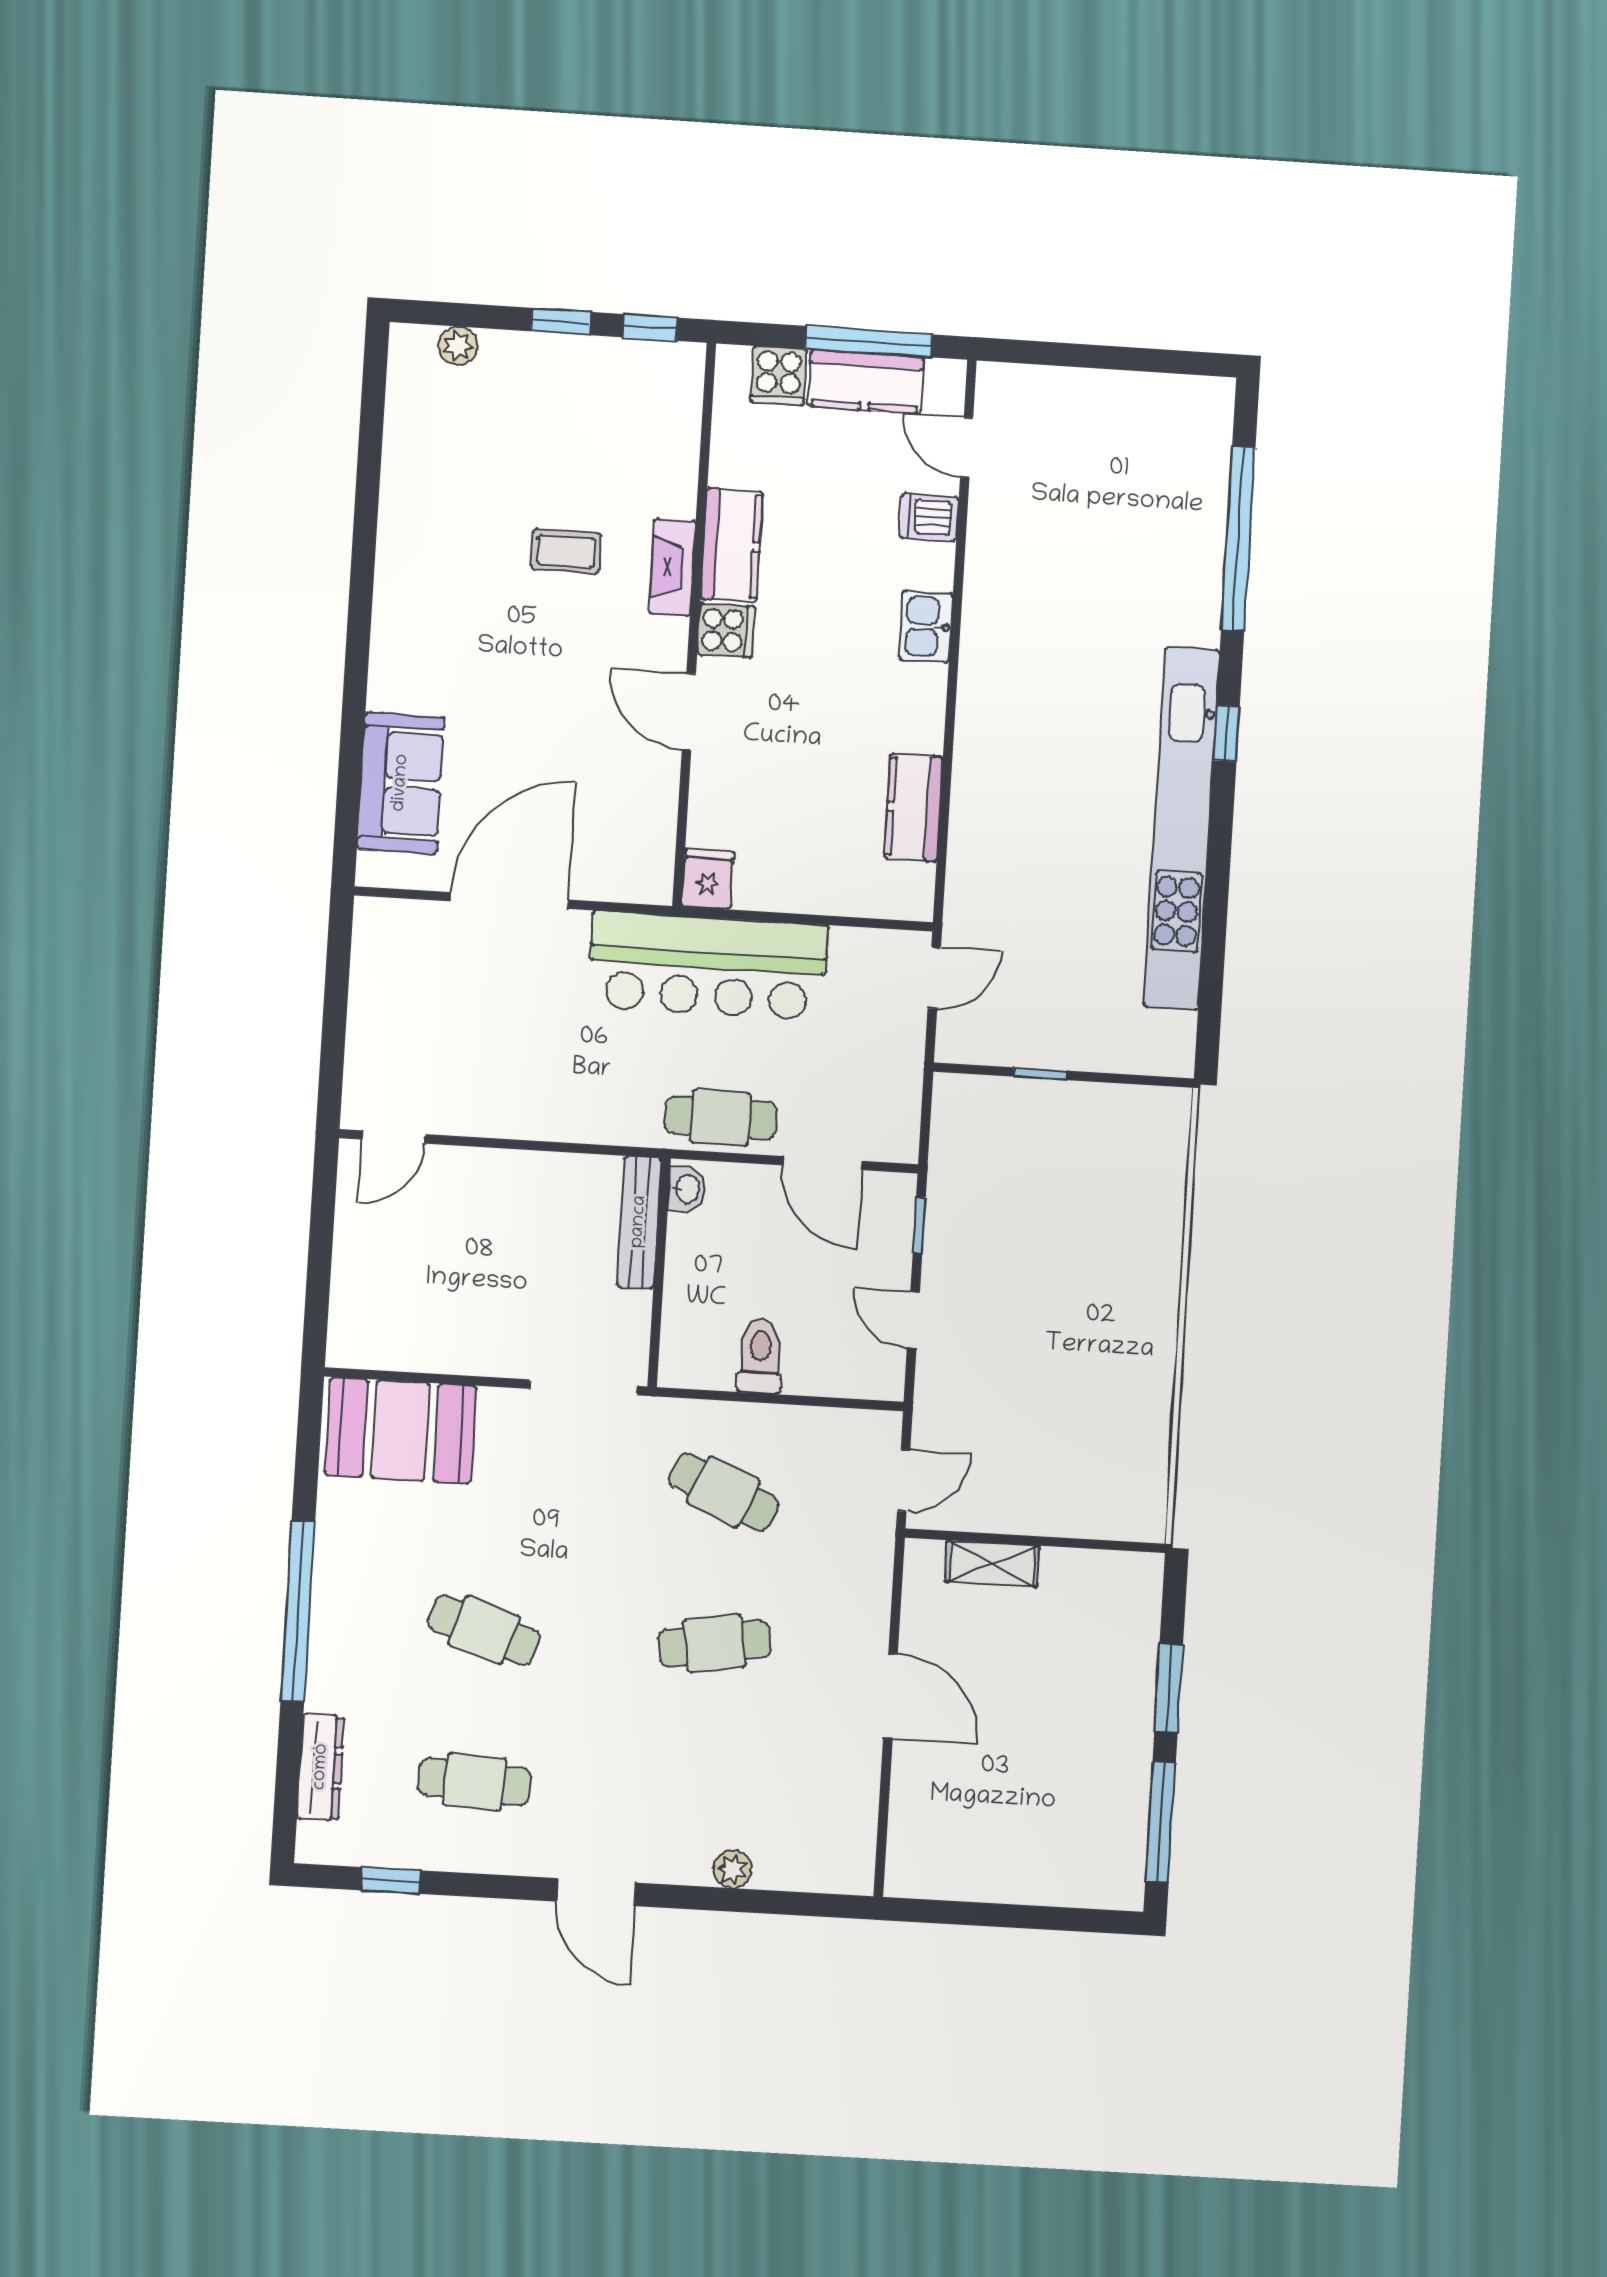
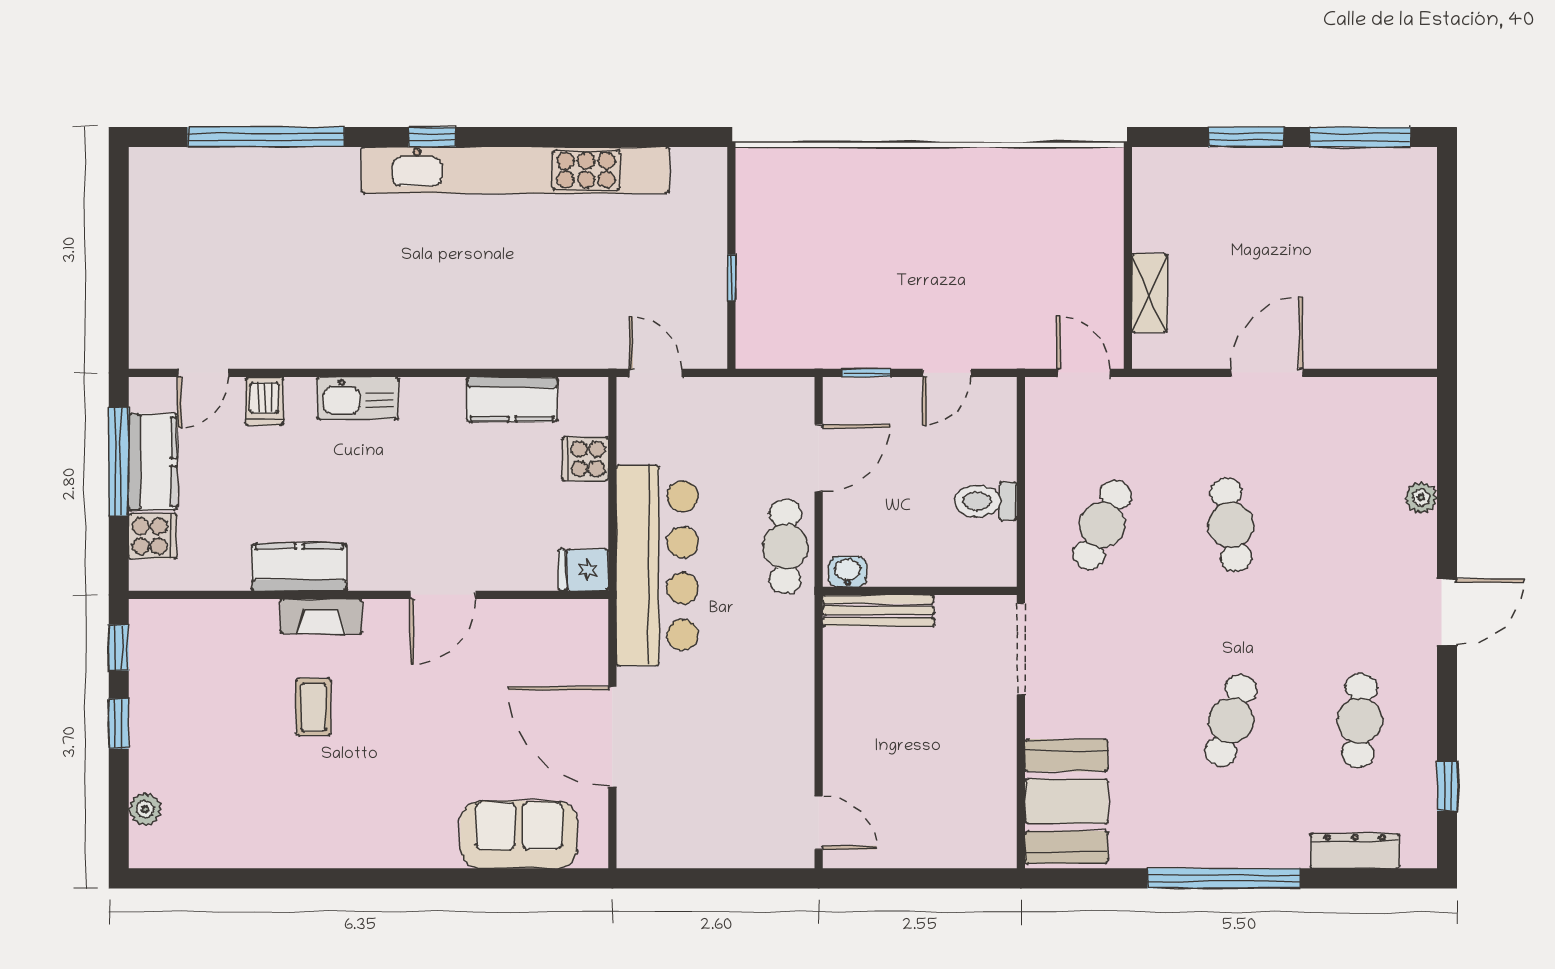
kitchen sink: (926, 627) -> (358, 398), width x1.38
cooker: (726, 630) -> (585, 459), moved, turned -90

